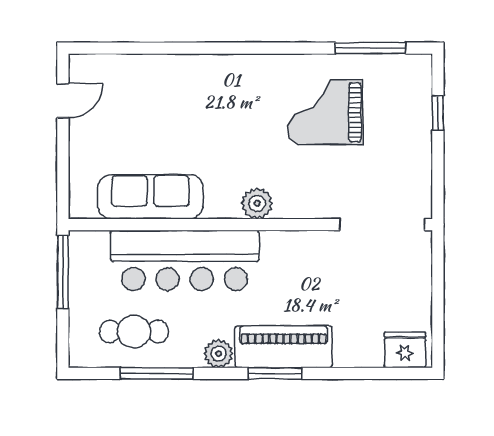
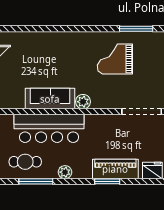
sofa: (150, 197) -> (50, 99), moved
piano: (284, 347) -> (115, 169), moved
window: (275, 373) -> (107, 181), moved

